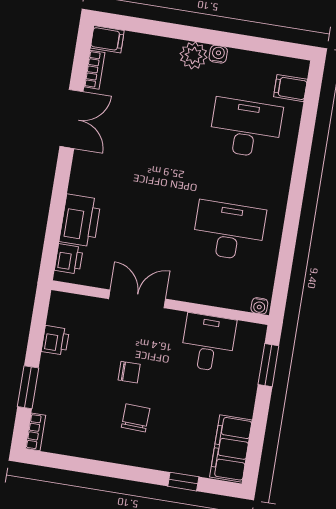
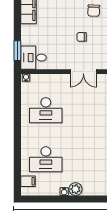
desk: (208, 343) -> (33, 58), moved, turned 90
chair: (136, 418) -> (94, 11), moved

